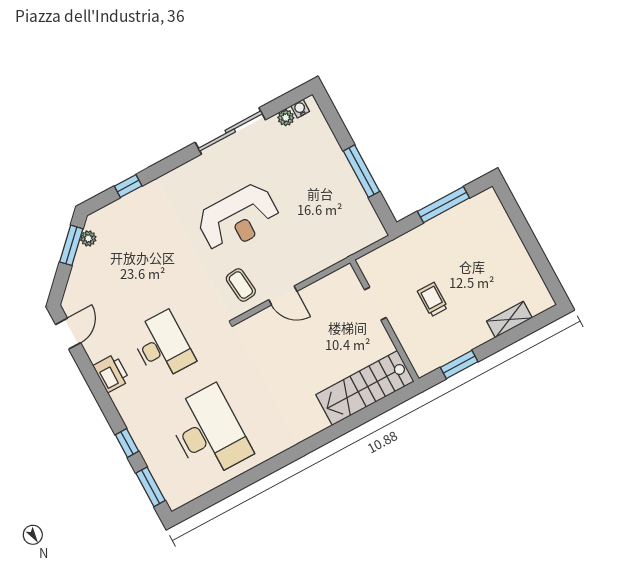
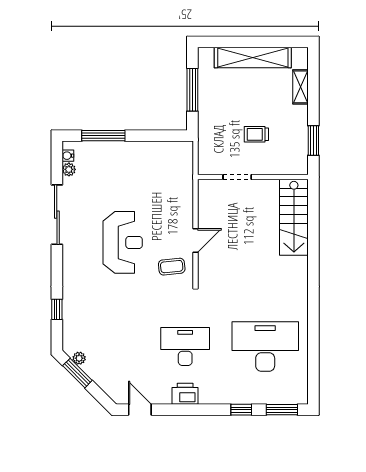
window: (362, 171) -> (103, 136), moved
shelving: (513, 251) -> (253, 58), added

